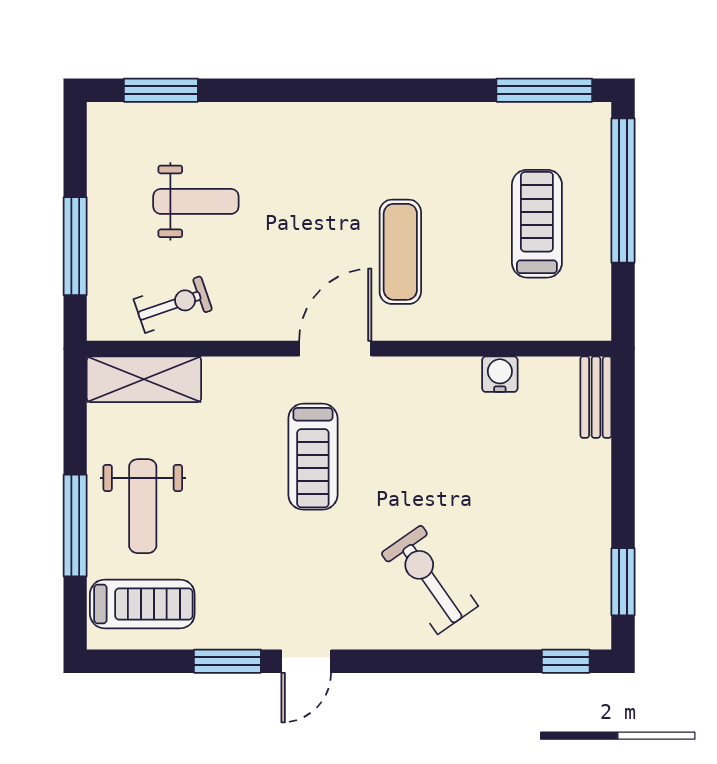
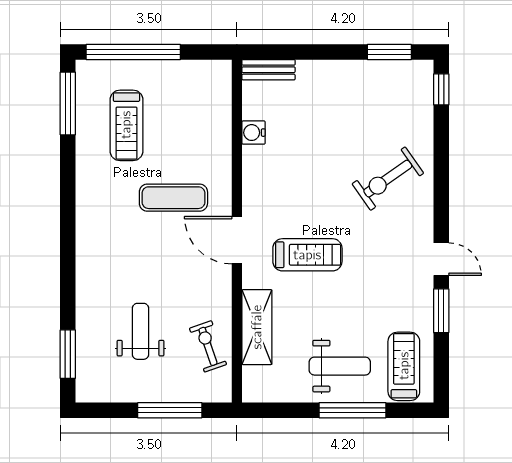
treadmill: (537, 224) -> (126, 125), moved, turned -90
shelving: (144, 379) -> (257, 327), moved

